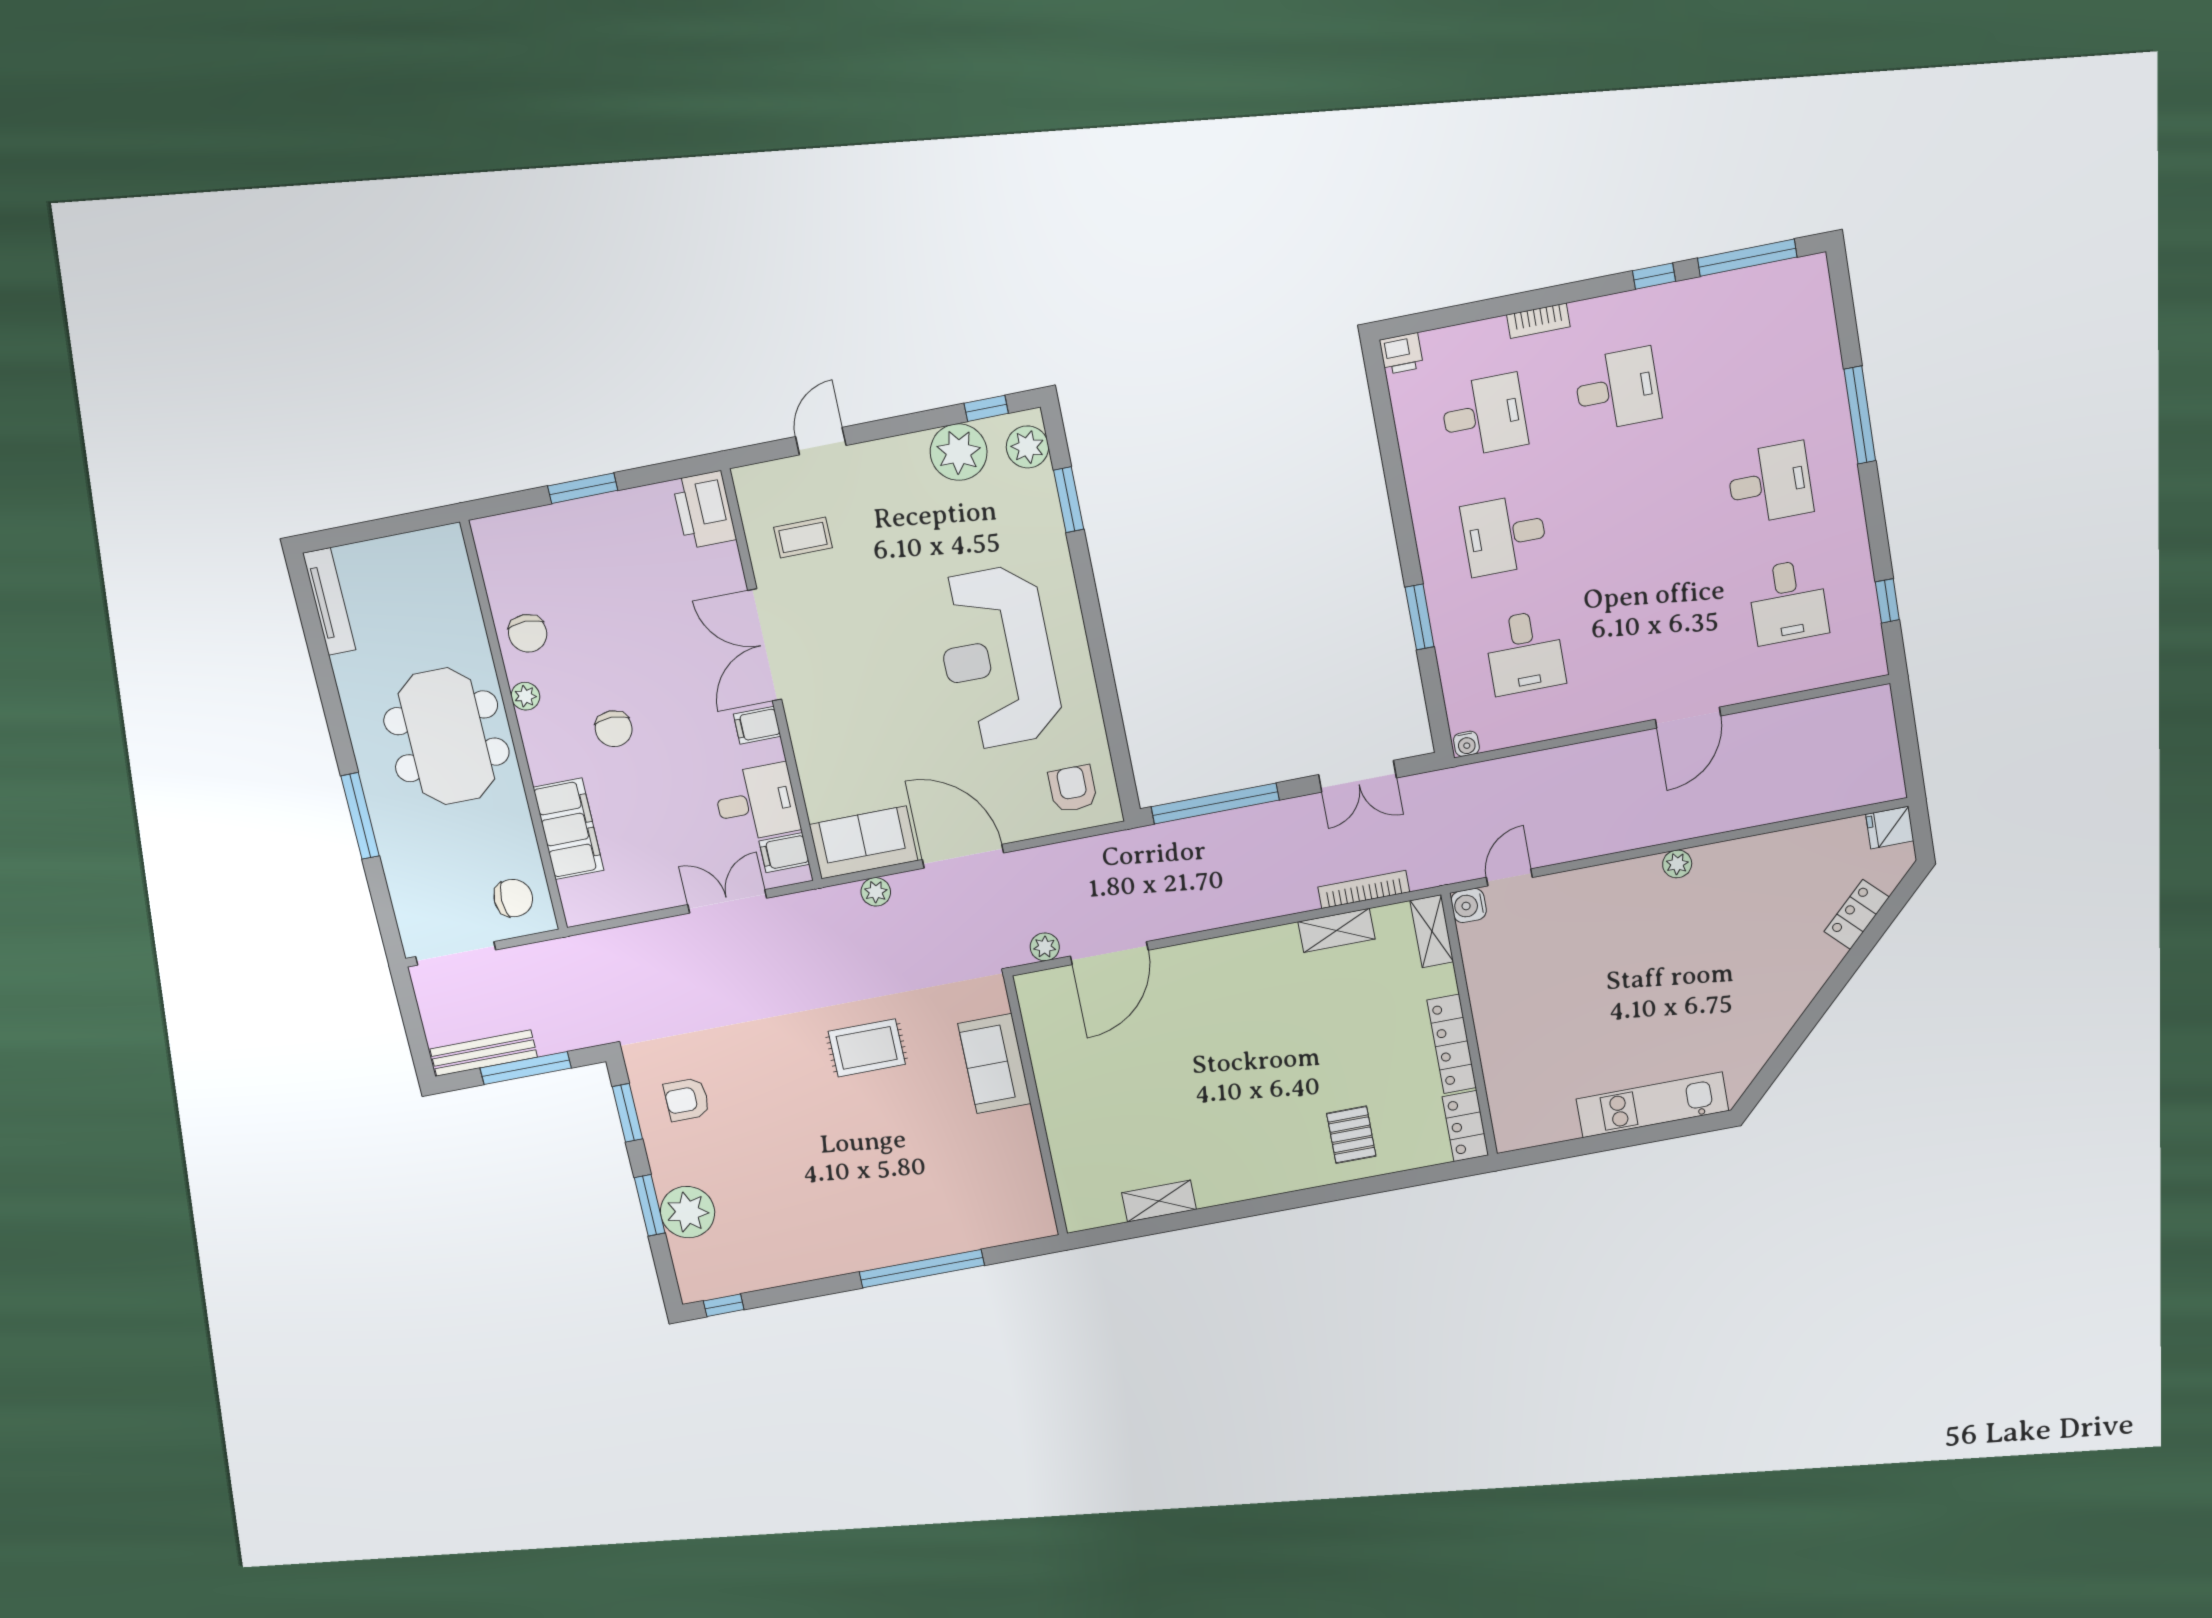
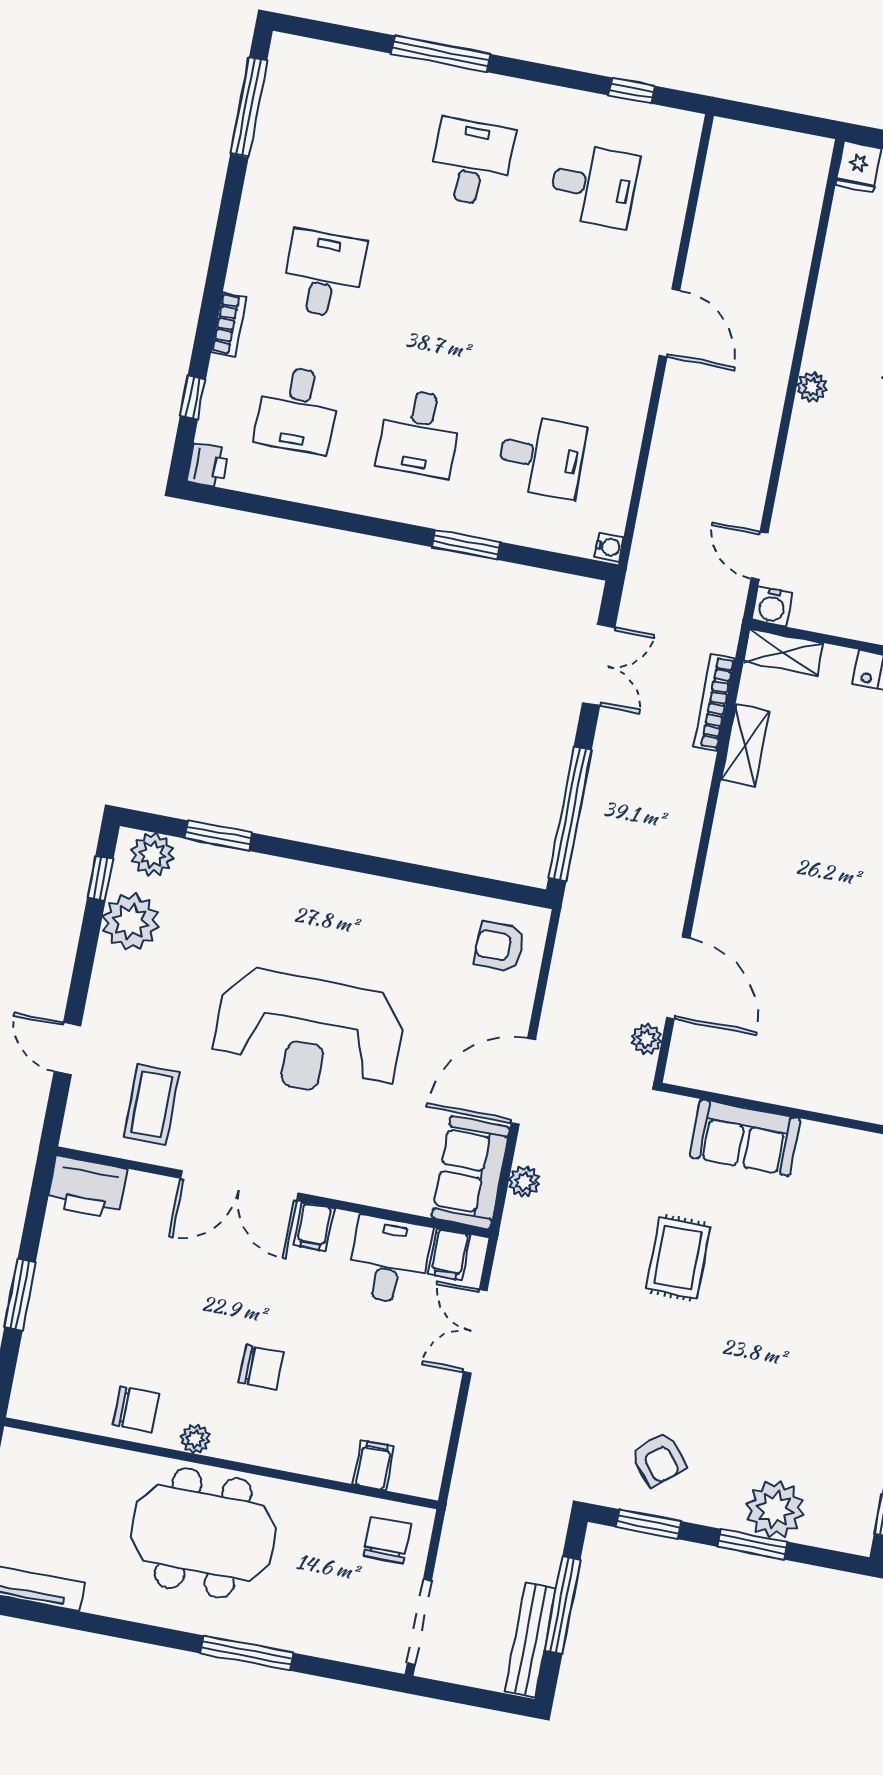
window: (1654, 276) -> (193, 398), moved
desk: (1484, 416) -> (297, 410), turned 180
coffee table: (803, 538) -> (152, 1104), width x1.36, depth x1.30
reception desk: (997, 657) -> (309, 1034), moved
filing cabinet: (569, 829) -> (374, 1465), width x0.33, depth x0.86
armchair: (687, 1099) -> (659, 1459), turned -40

